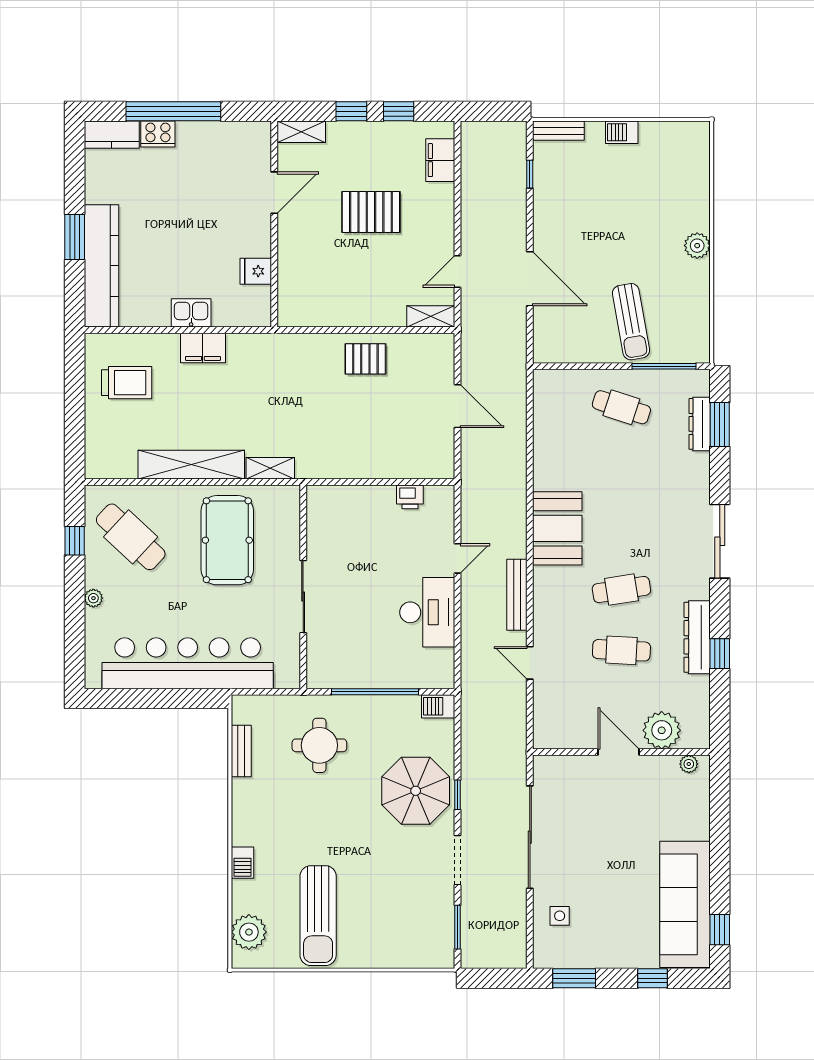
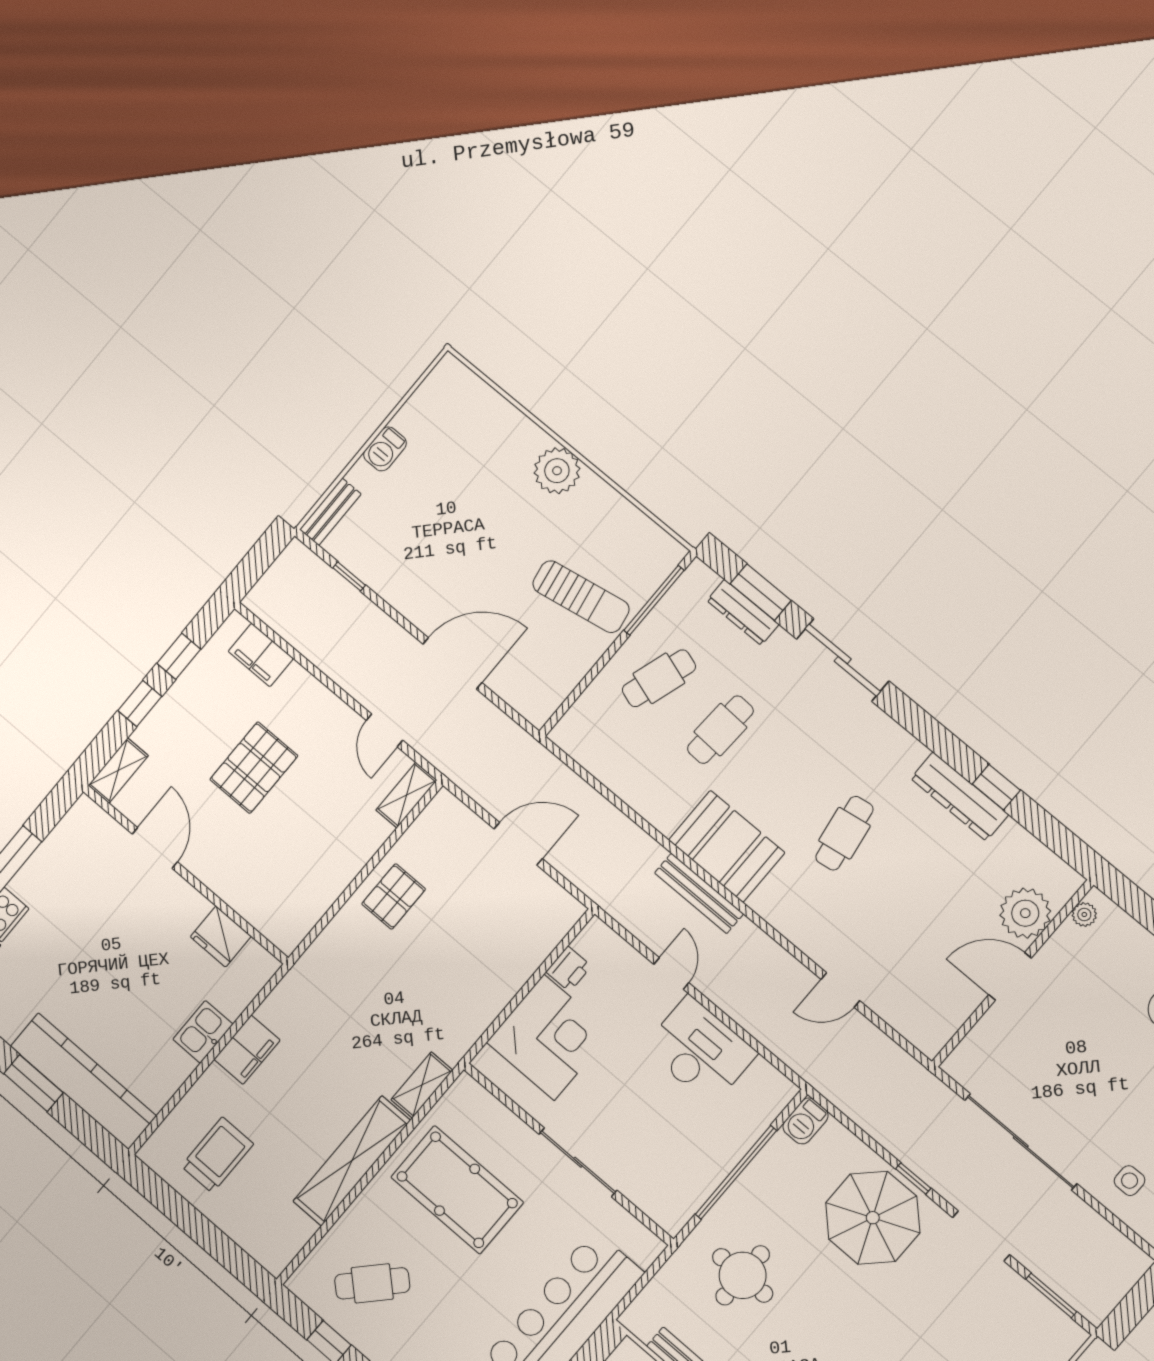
plant: (697, 246) -> (557, 471), width x1.36, depth x1.36
fridge: (256, 271) -> (221, 937), width x1.38
corner desk: (361, 519) -> (549, 1037), added
cafe table: (131, 537) -> (372, 1283), width x0.73, depth x0.74
sliding door: (720, 541) -> (843, 660), moved
bench: (517, 595) -> (699, 893), moved
cafe table: (621, 650) -> (720, 730), moved

